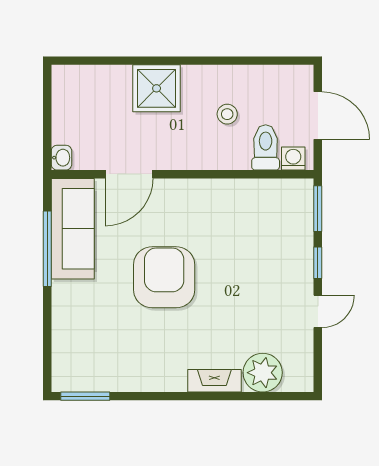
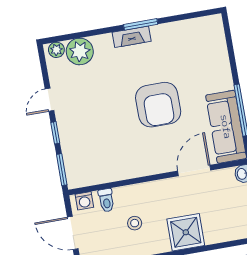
toilet: (266, 147) -> (106, 200), width x0.73, depth x0.72
fireplace: (214, 381) -> (132, 37), moved
plant: (296, 381) -> (56, 50), added
window: (85, 396) -> (141, 24), moved

